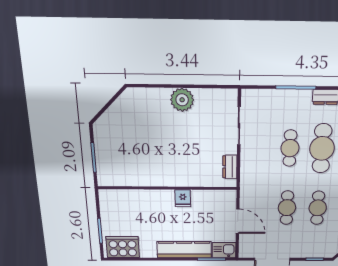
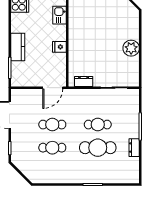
door: (238, 221) -> (53, 88), moved
kitchen counter: (184, 250) -> (18, 47), width x0.67
kitchen sink: (224, 250) -> (60, 15), moved, turned 180

